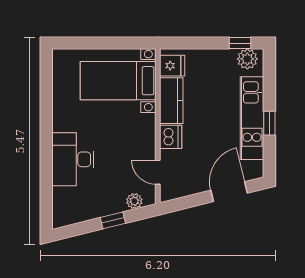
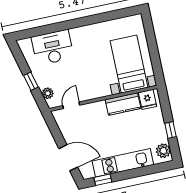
window: (240, 43) -> (171, 130), moved
window: (269, 123) -> (103, 180), moved
dishwasher: (171, 137) -> (98, 109), removed
desk: (73, 159) -> (53, 48), moved

